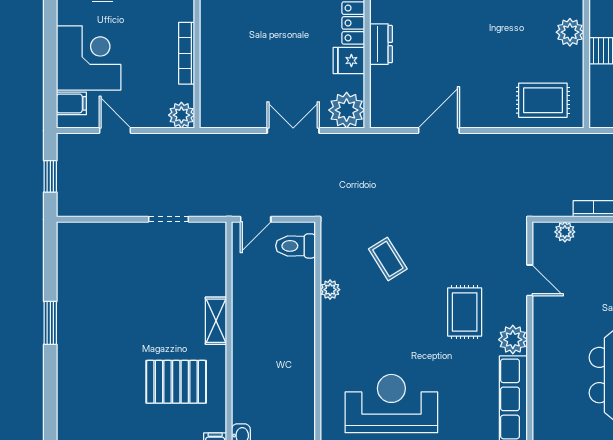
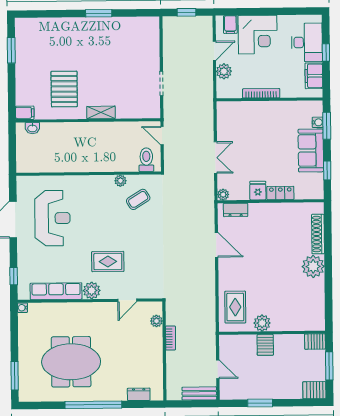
plant: (570, 32) -> (262, 323), moved
dresser: (381, 44) -> (236, 210), moved
plant: (347, 110) -> (223, 195), width x0.53, depth x0.53
plant: (181, 115) -> (224, 71), moved
coffee table: (388, 259) -> (138, 199), moved

